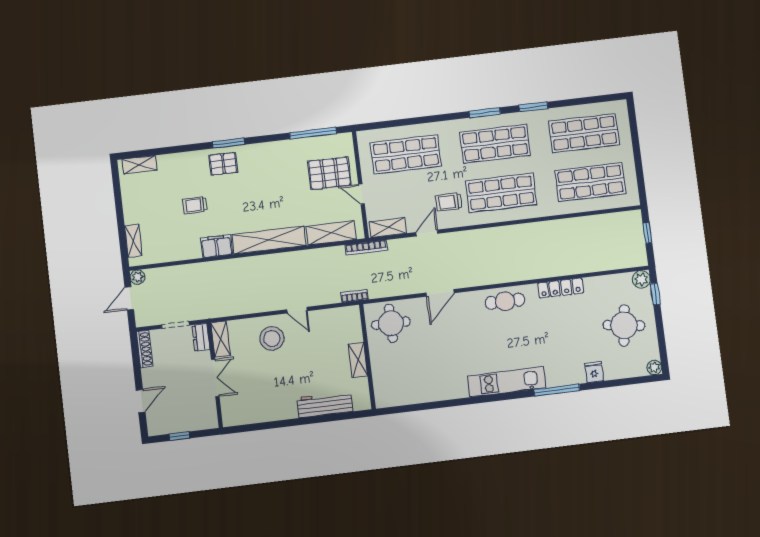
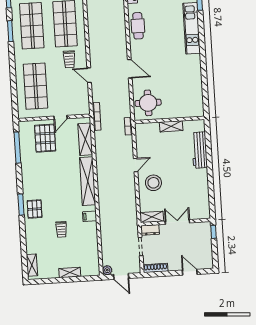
shelving: (388, 227) -> (84, 101), removed
shelving: (133, 241) -> (70, 273), moved
filing cabinet: (217, 246) -> (90, 216), width x0.50
window: (179, 436) -> (214, 232), moved

